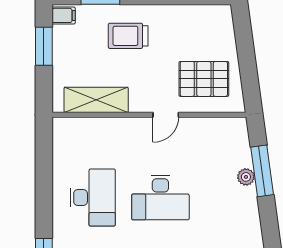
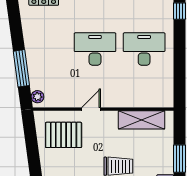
plant: (246, 177) -> (37, 97), moved
desk: (93, 198) -> (144, 49), turned 90

